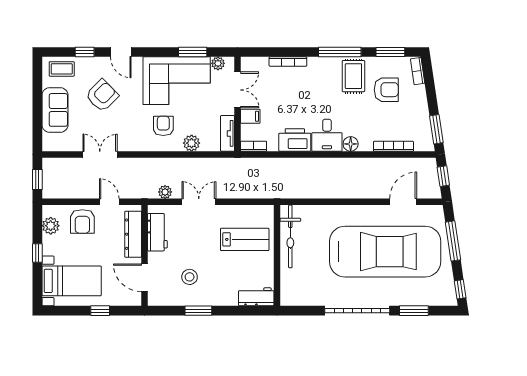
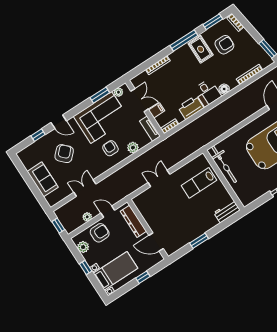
coffee table: (62, 69) -> (31, 153), removed
plant: (165, 192) -> (87, 217), moved
armchair: (82, 221) -> (100, 233), turned -91
workbench: (157, 232) -> (146, 211), removed
lab bench: (245, 239) -> (199, 183), turned 180
stool: (190, 277) -> (181, 225), removed

